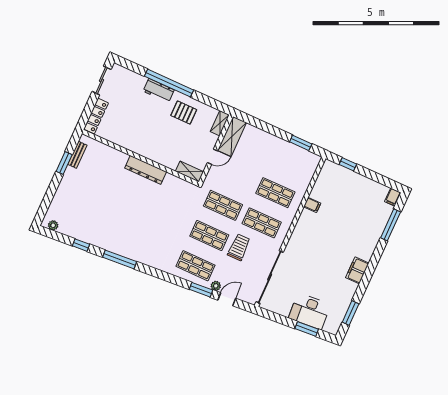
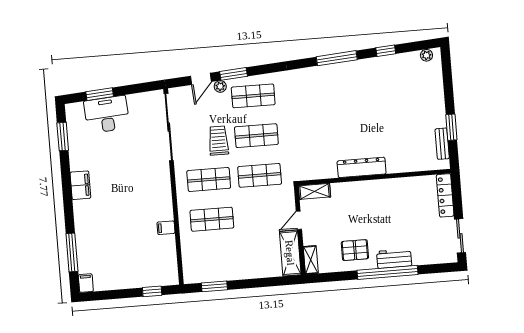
trolley: (239, 247) -> (218, 141), turned 180

